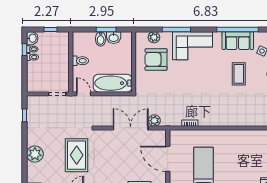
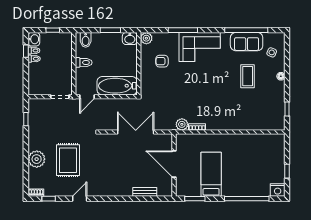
plant: (154, 37) -> (146, 38), moved
washbasin: (114, 38) -> (130, 39), moved
bidet: (101, 39) -> (86, 40), moved
armchair: (156, 59) -> (162, 61), width x0.53, depth x0.53
door: (84, 94) -> (87, 97), swing flipped
plant: (154, 121) -> (182, 124), moved
rug: (77, 155) -> (68, 160), moved

